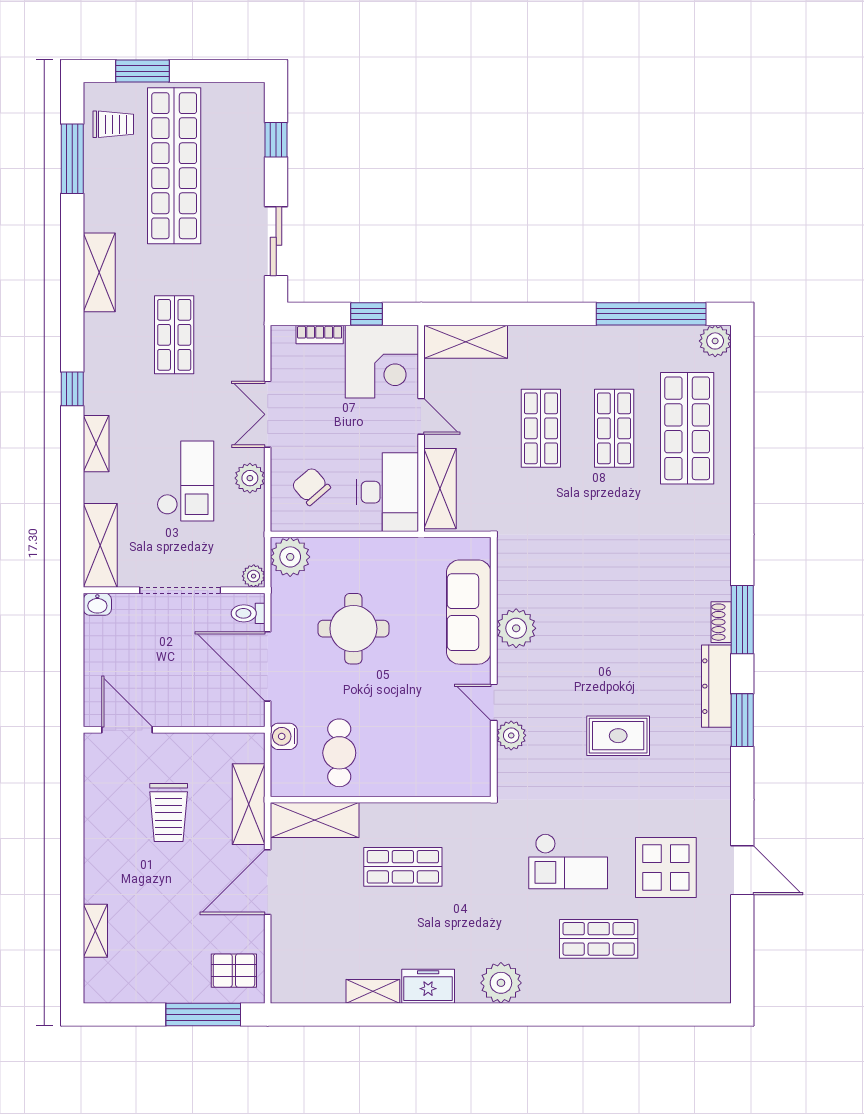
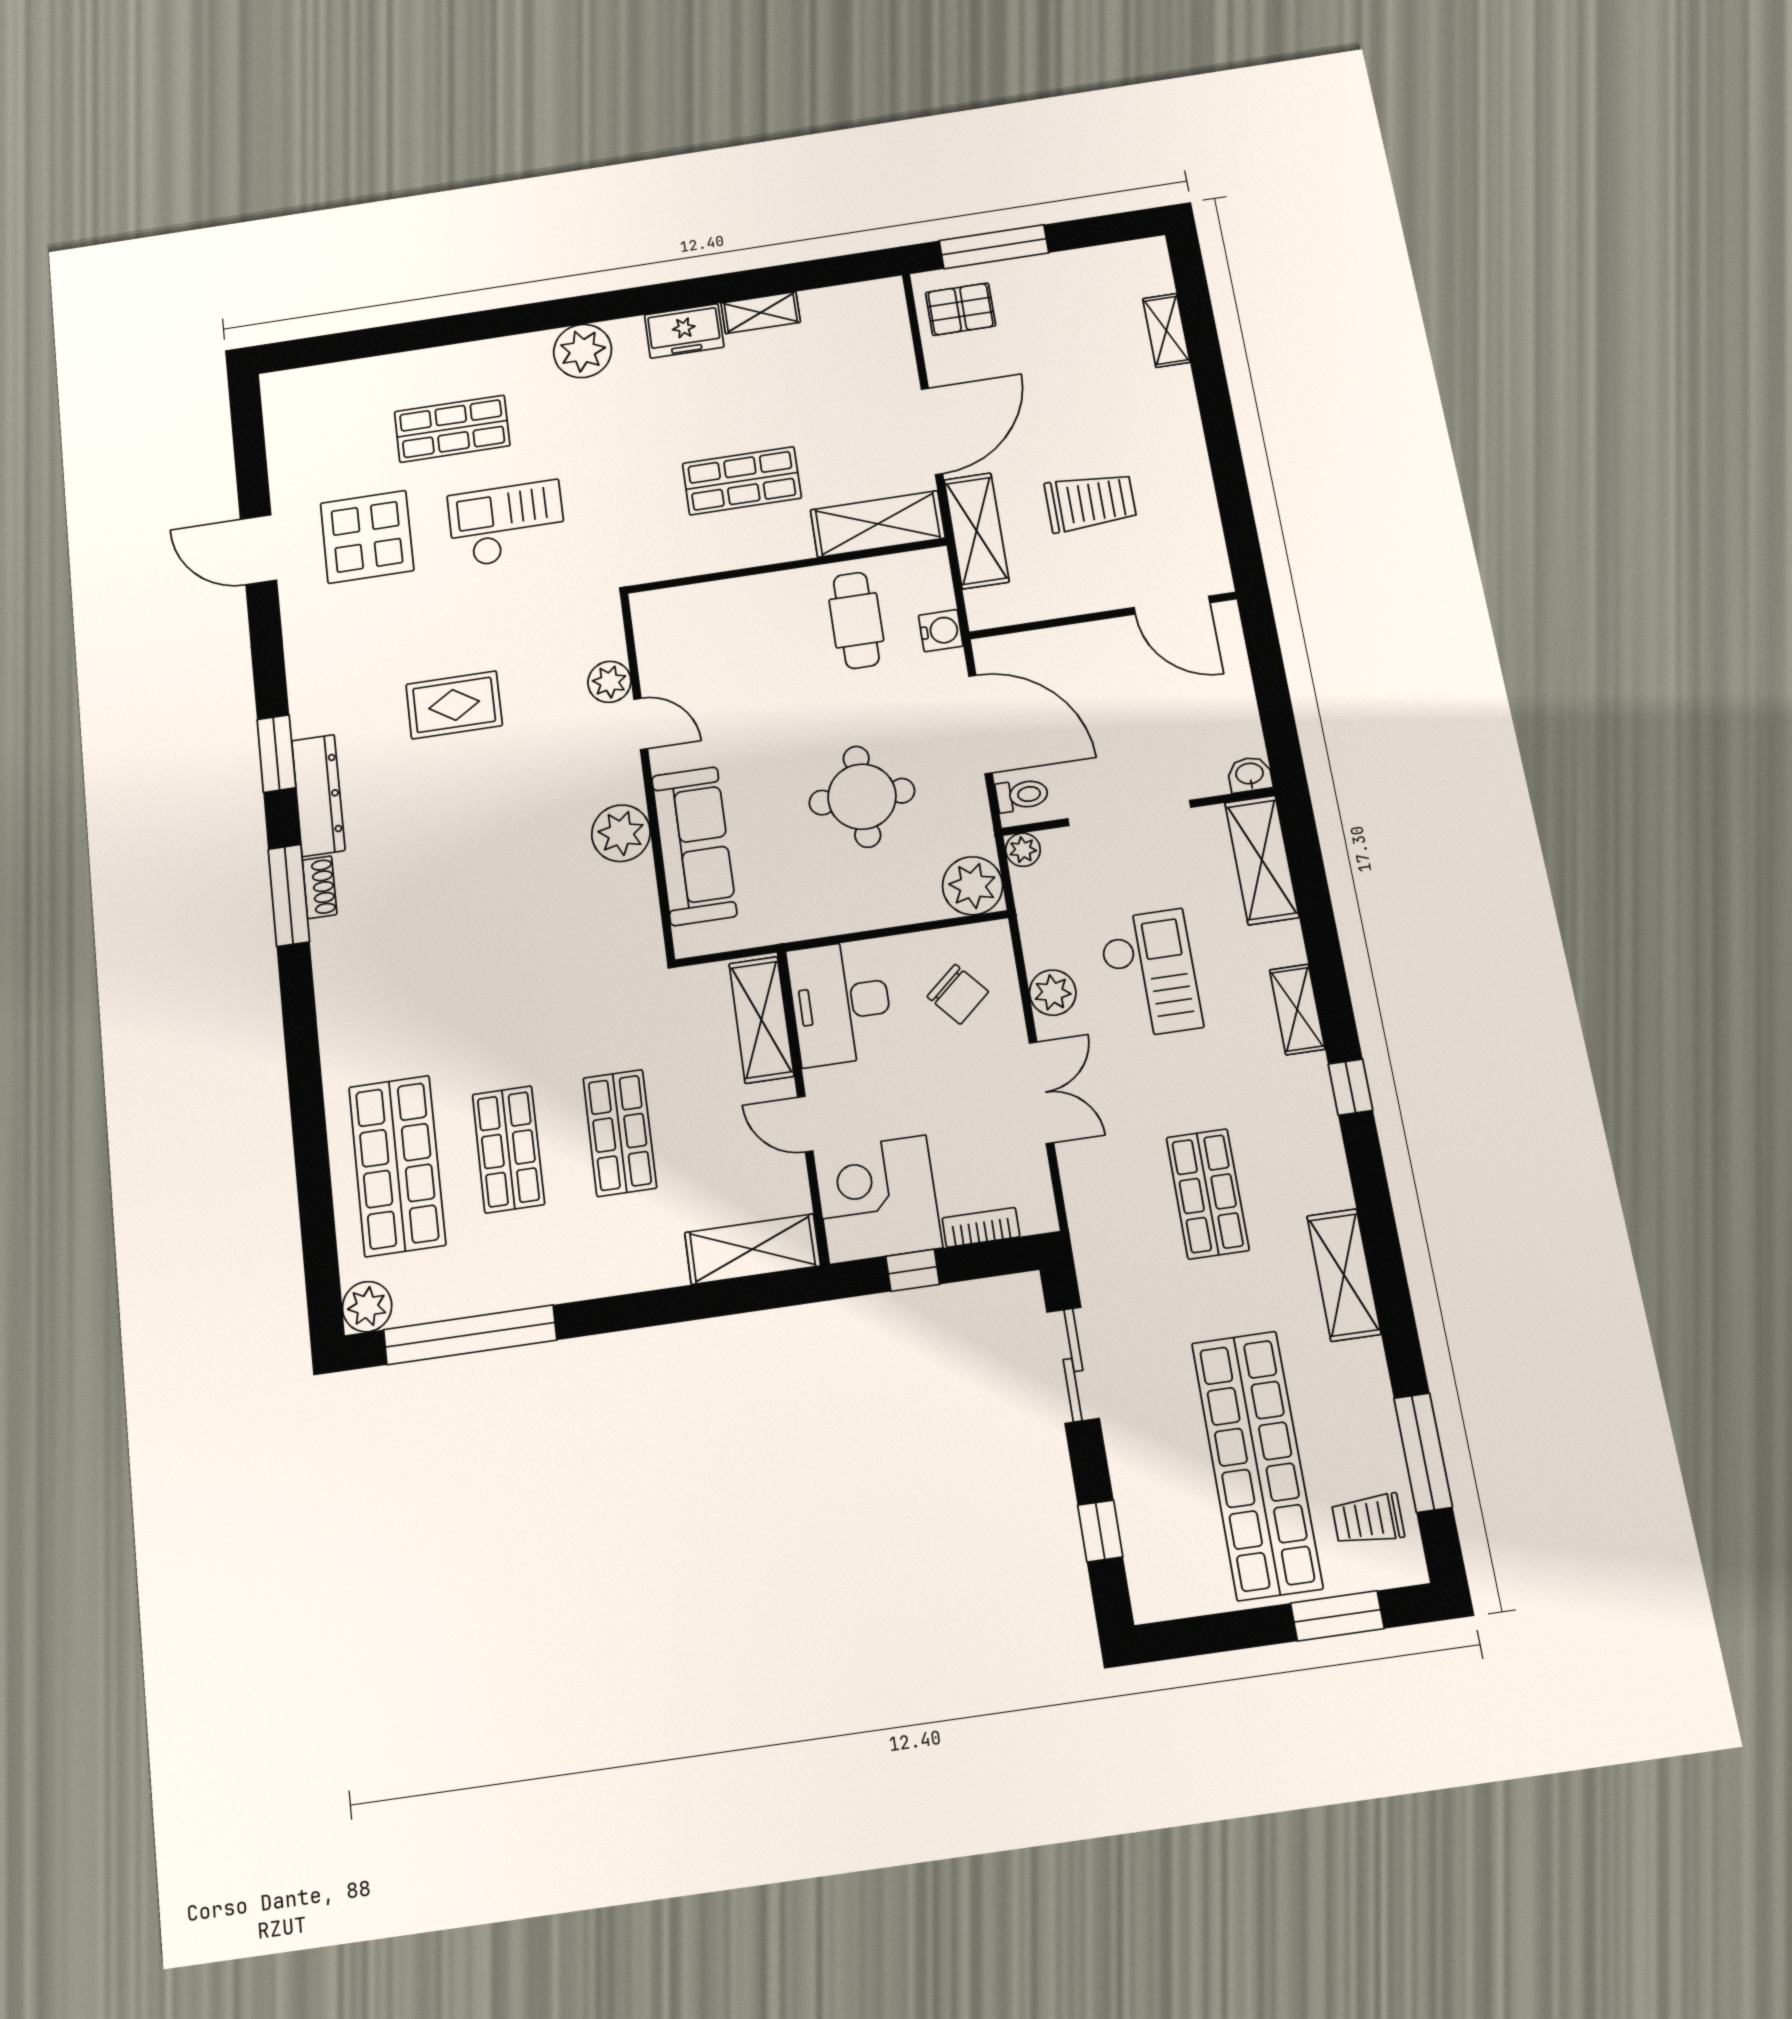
checkout: (185, 481) -> (1150, 974), turned 180
trolley: (169, 812) -> (1090, 502), turned 90

